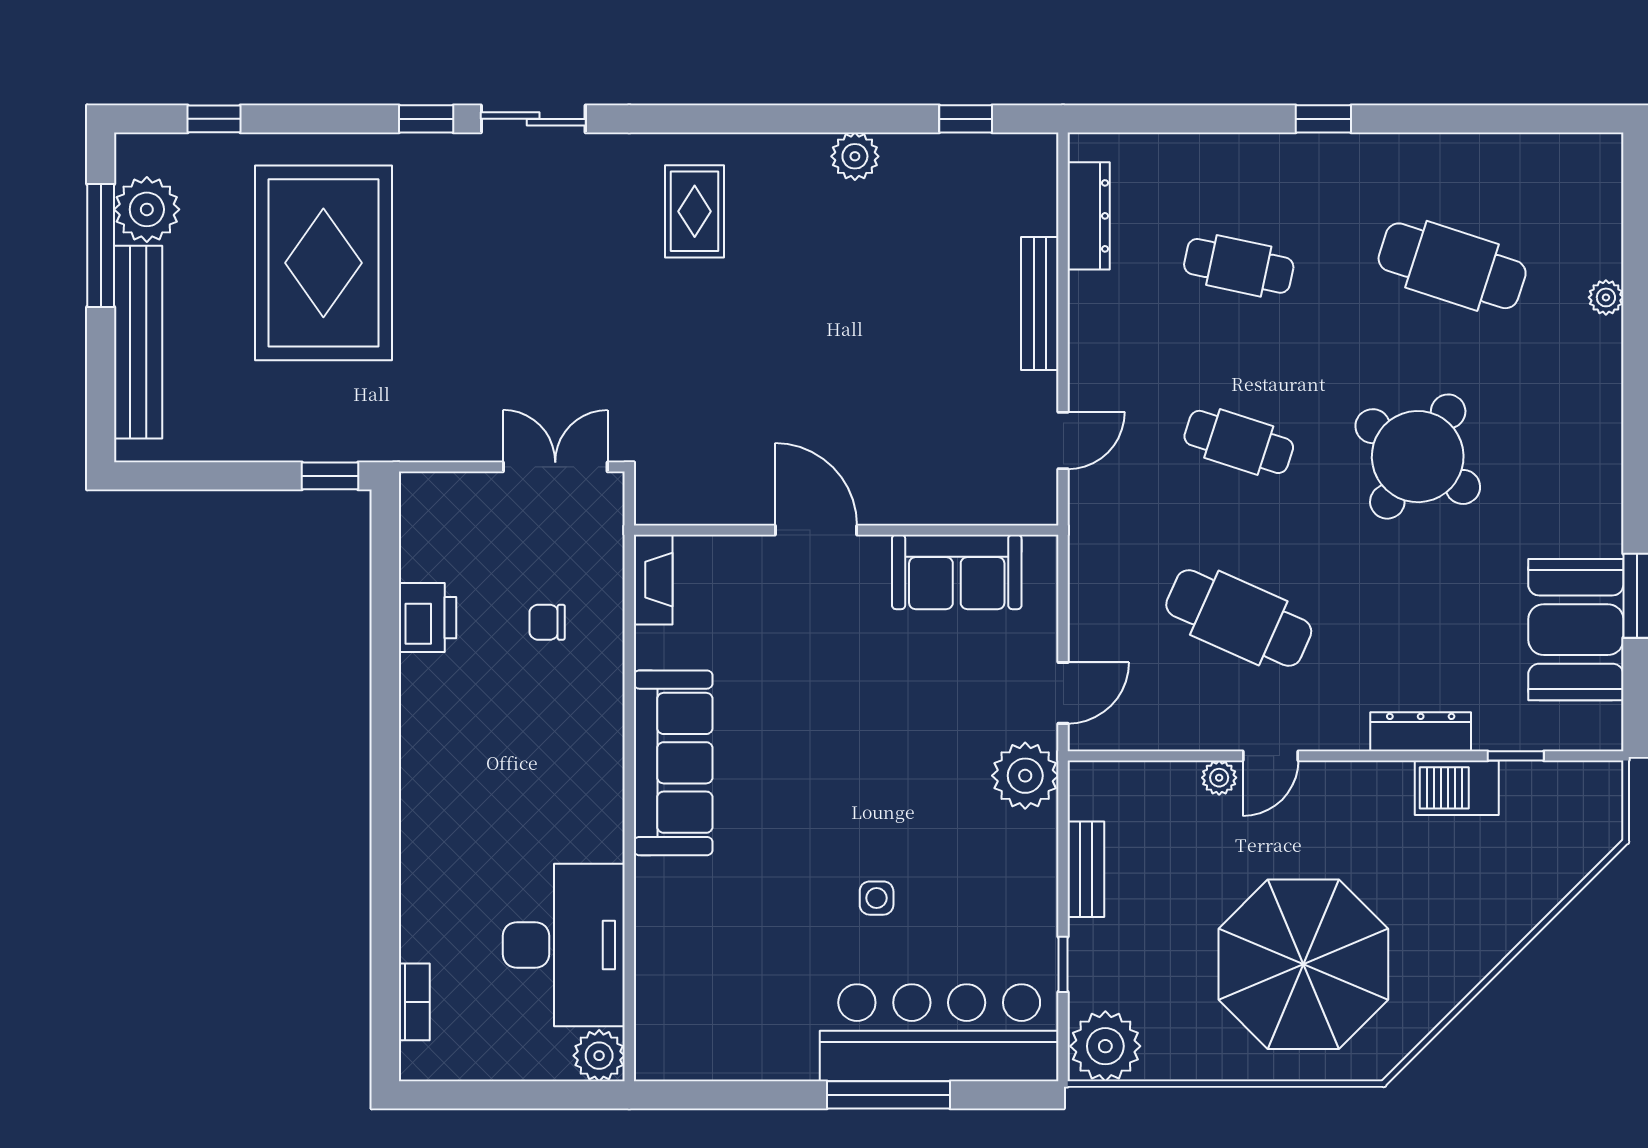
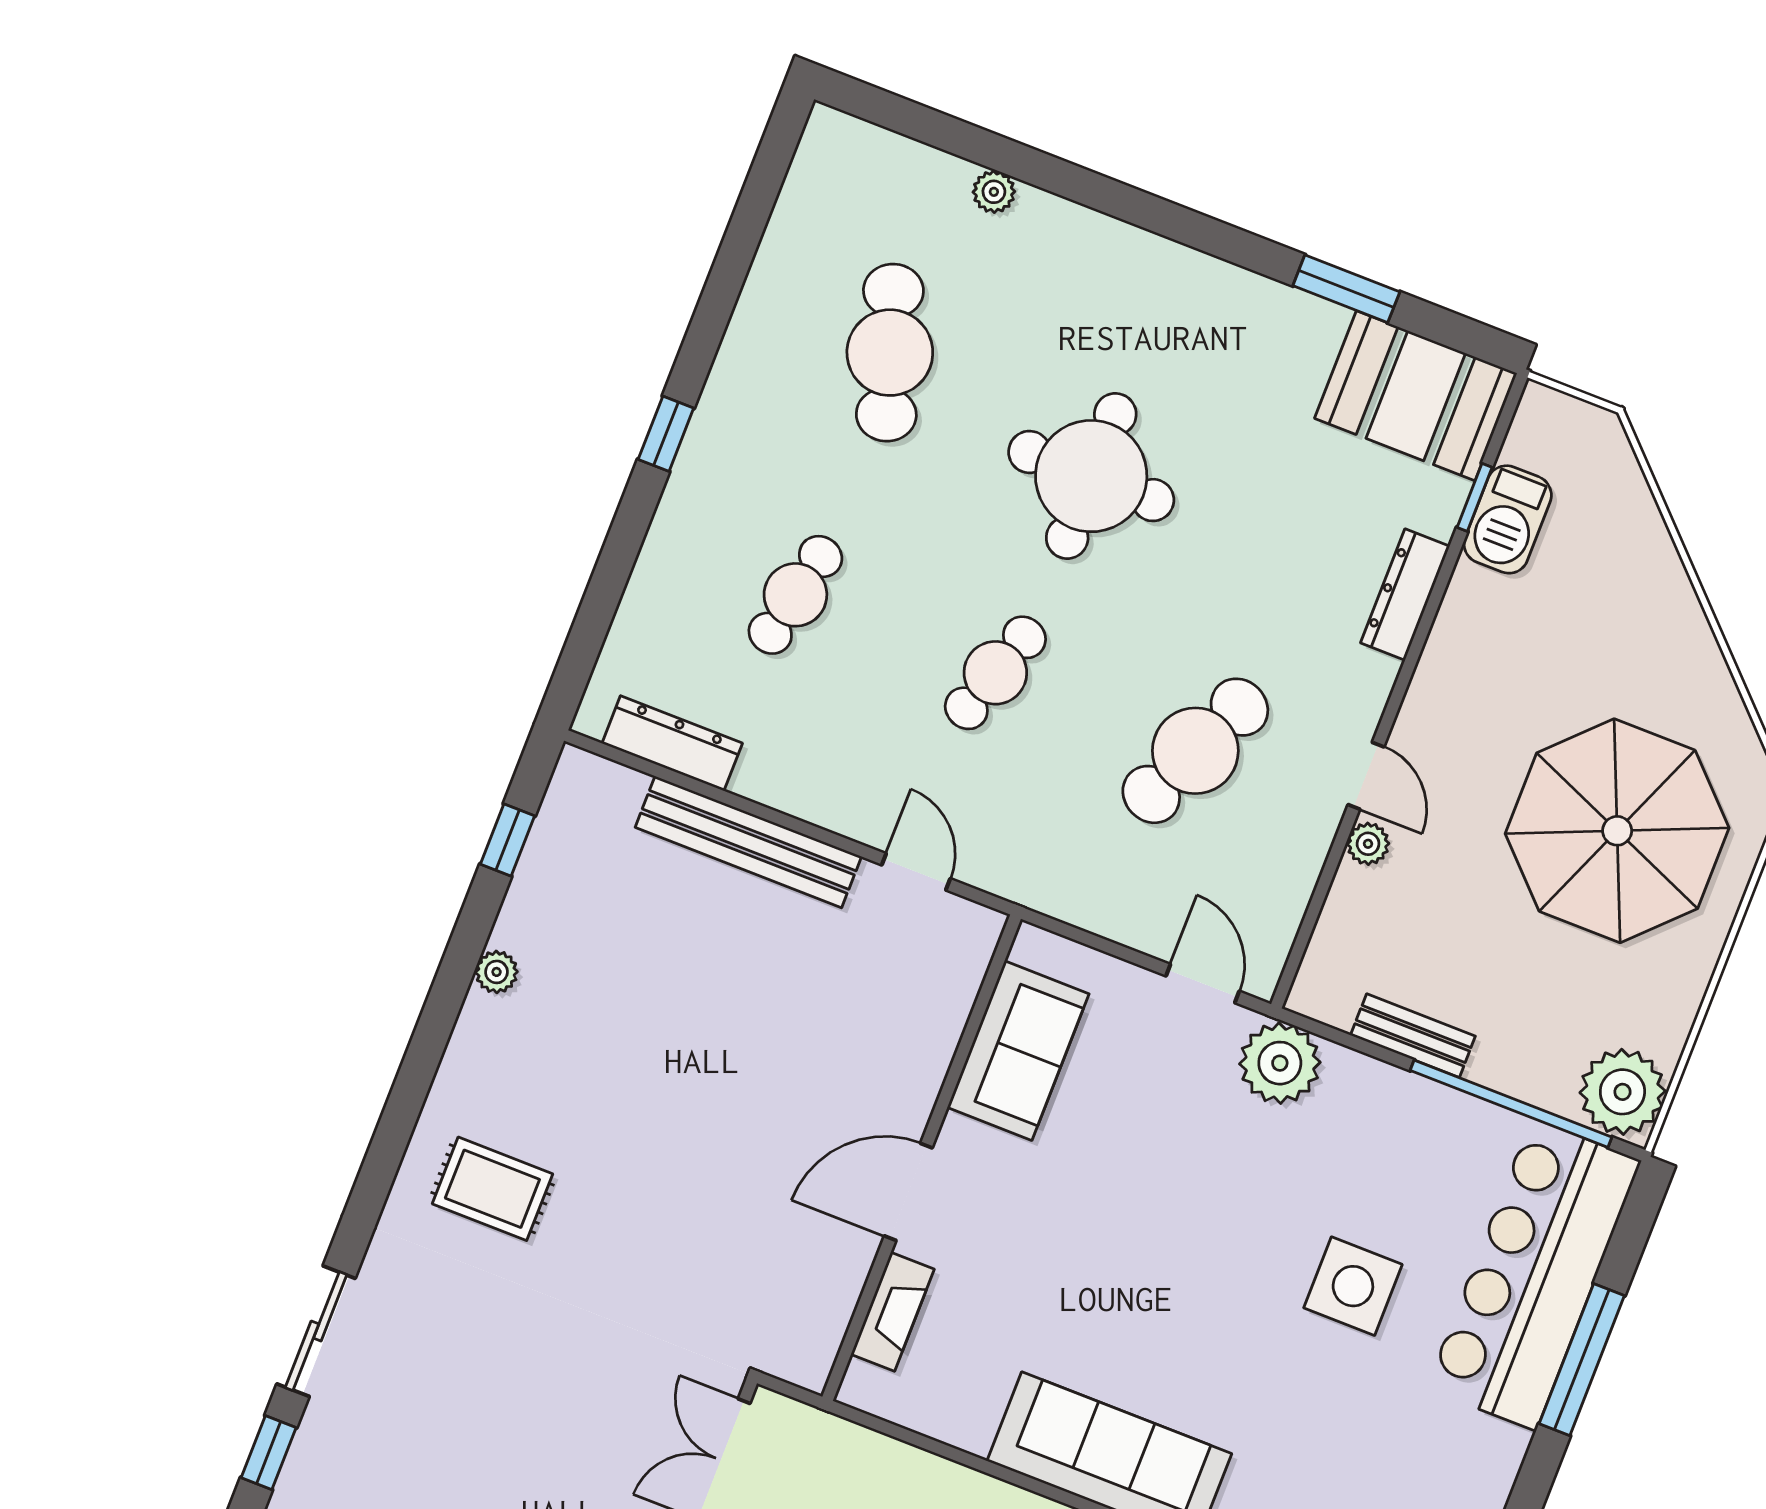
plant: (855, 156) -> (496, 972), width x0.73, depth x0.73
cafe table: (1452, 266) -> (890, 353), turned -36
bench: (1040, 303) -> (748, 842), width x1.37, depth x1.21
round table: (1418, 457) -> (1091, 476), turned -34
fireplace: (653, 580) -> (893, 1312), moved, turned 90
booth: (1576, 630) -> (1416, 396), moved
barbecue: (1457, 788) -> (1508, 519), moved
side table: (877, 898) -> (1353, 1286), width x1.87, depth x1.87
window: (1063, 964) -> (1511, 1104), width x3.17

